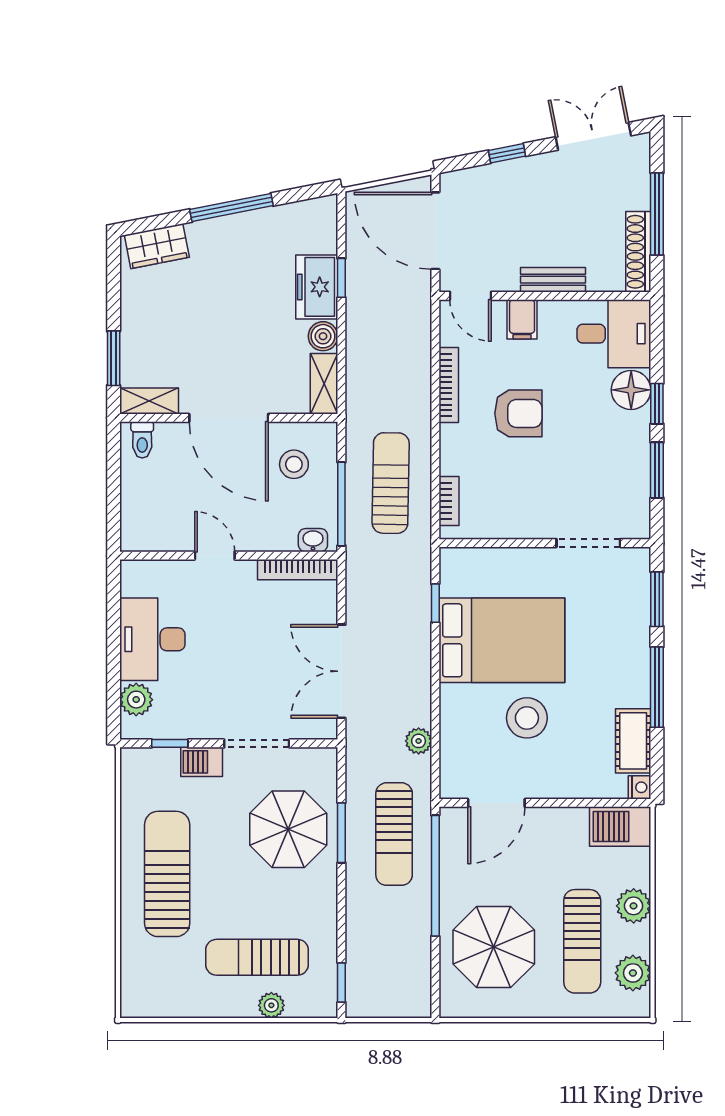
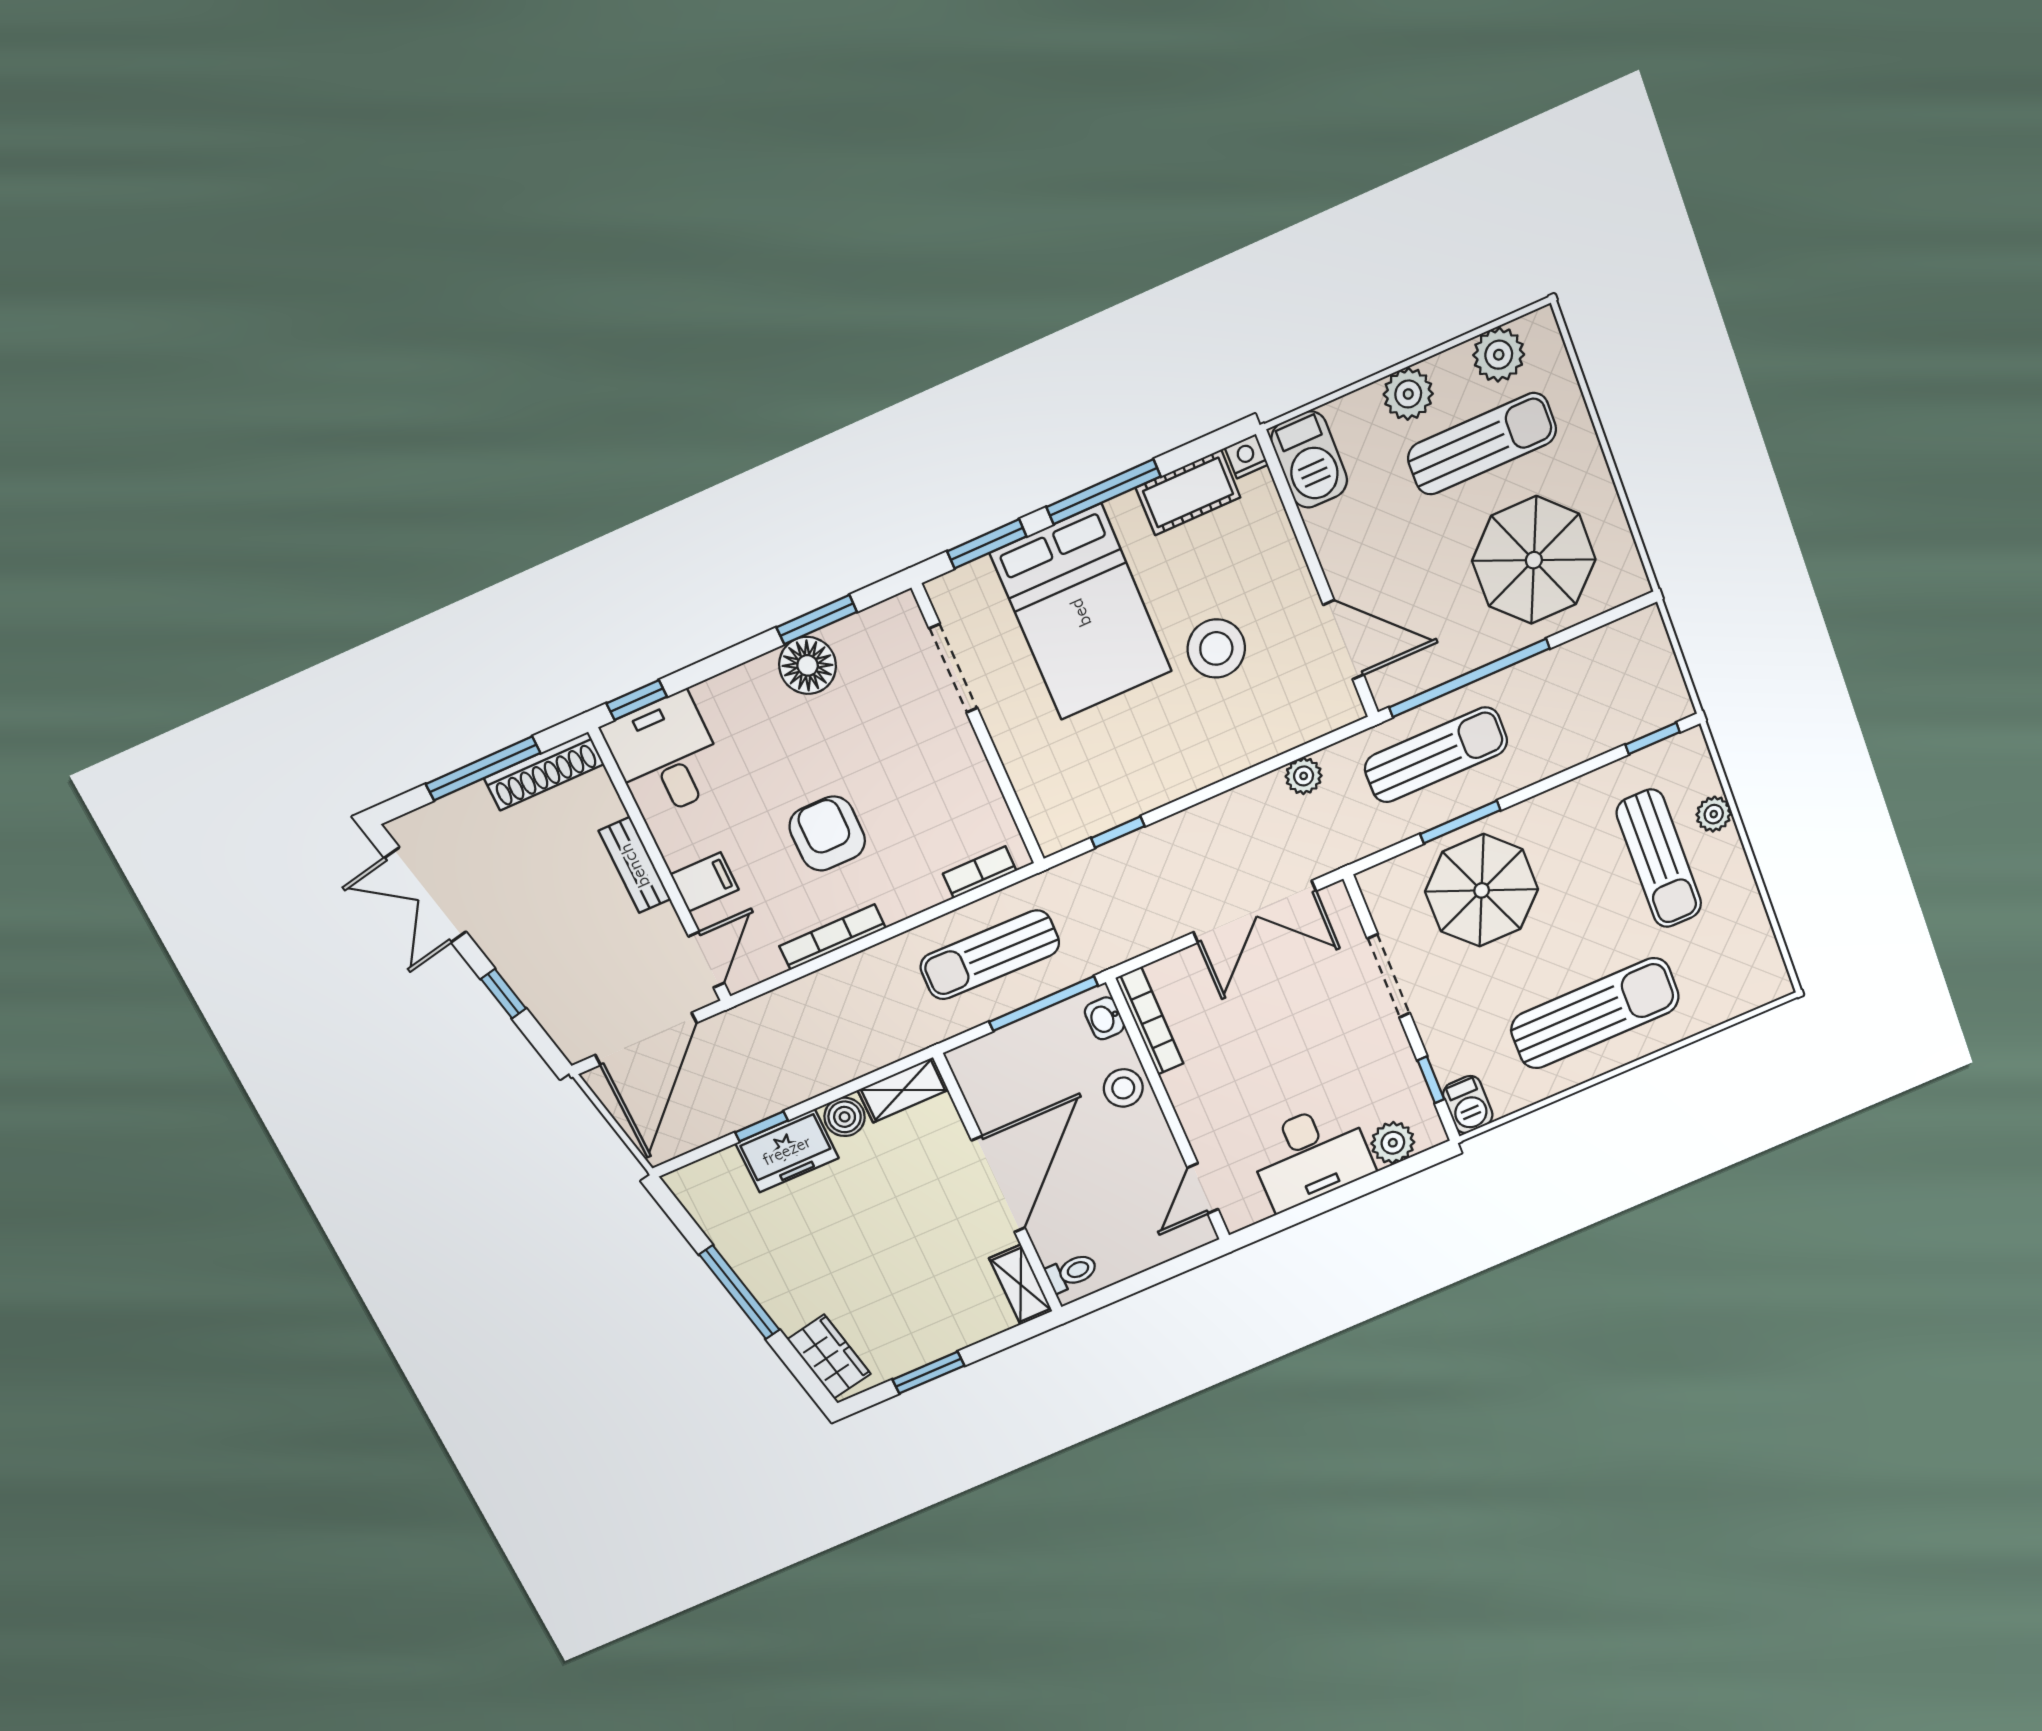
window: (114, 358) -> (928, 1373), moved
floor lamp: (631, 390) -> (808, 665), moved
window: (657, 404) -> (637, 700), moved
stool: (294, 464) -> (1123, 1088), moved
door: (215, 556) -> (1203, 1188), moved
bed: (502, 640) -> (1081, 612), moved, turned 180
barbecue: (202, 762) -> (1468, 1105), moved
sun lounger: (167, 874) -> (1595, 1013), turned 180

